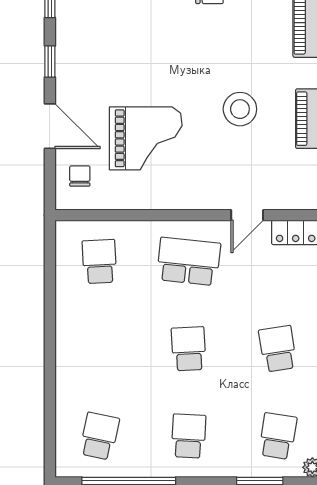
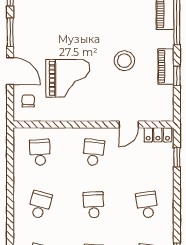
window: (50, 62) -> (10, 32), width x1.50
school desk: (189, 261) -> (93, 152), width x0.54
school desk: (99, 349) -> (40, 205), added

